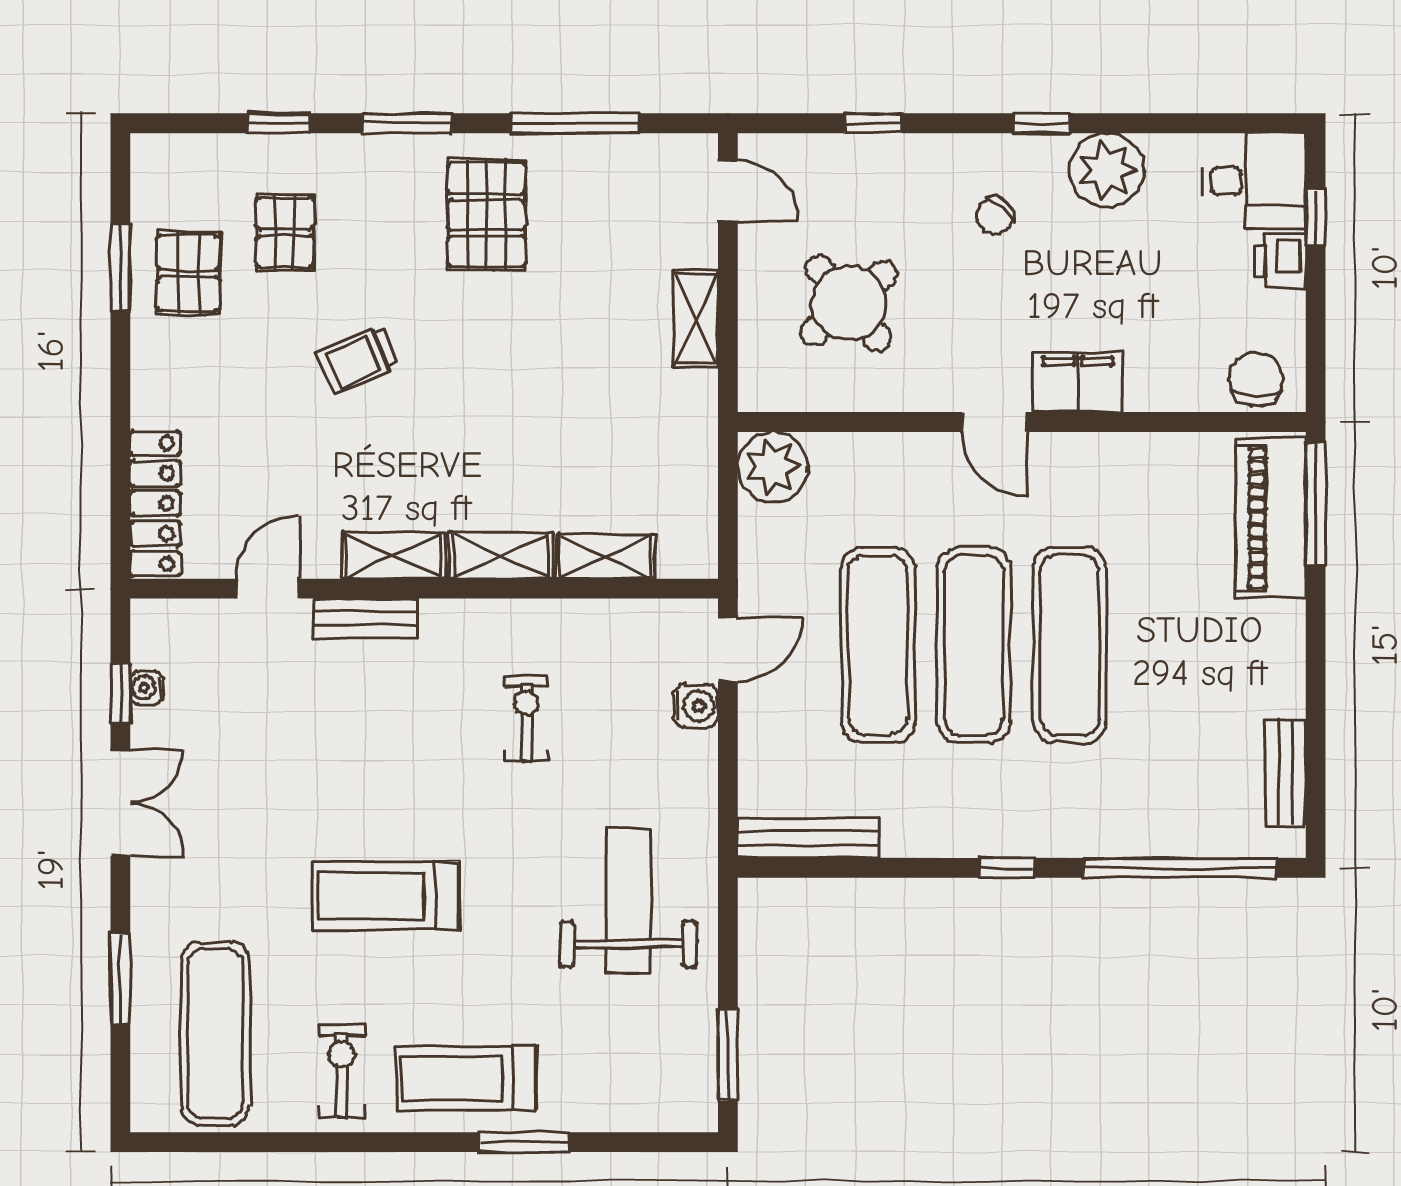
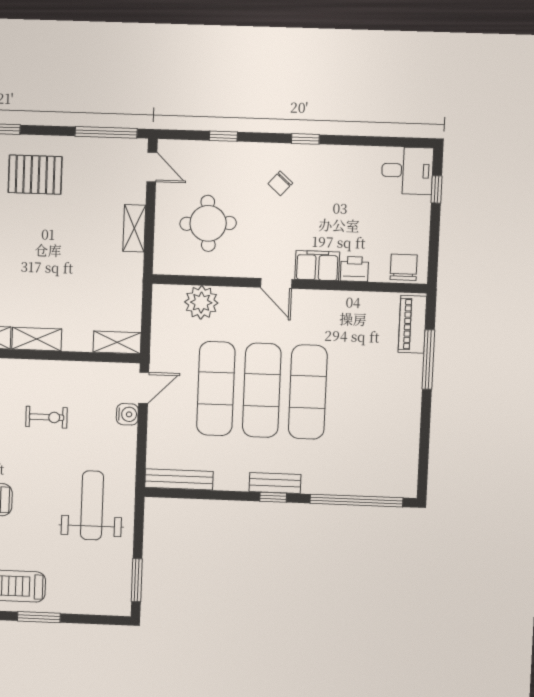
window: (576, 123) -> (106, 132), moved
plant: (1107, 170) -> (336, 163), removed
pallet: (486, 215) -> (35, 175), turned 90
printer: (1280, 261) -> (354, 269), moved, turned 90
round table: (849, 303) -> (208, 223), turned 37
plant: (773, 467) -> (201, 302), moved
window: (1316, 504) -> (428, 360), moved
piano: (1271, 518) -> (412, 324), width x0.73, depth x0.75
shelving: (605, 557) -> (117, 342), moved
exercise bike: (526, 718) -> (46, 417), turned 90
bench: (1286, 773) -> (275, 483), moved, turned 90

